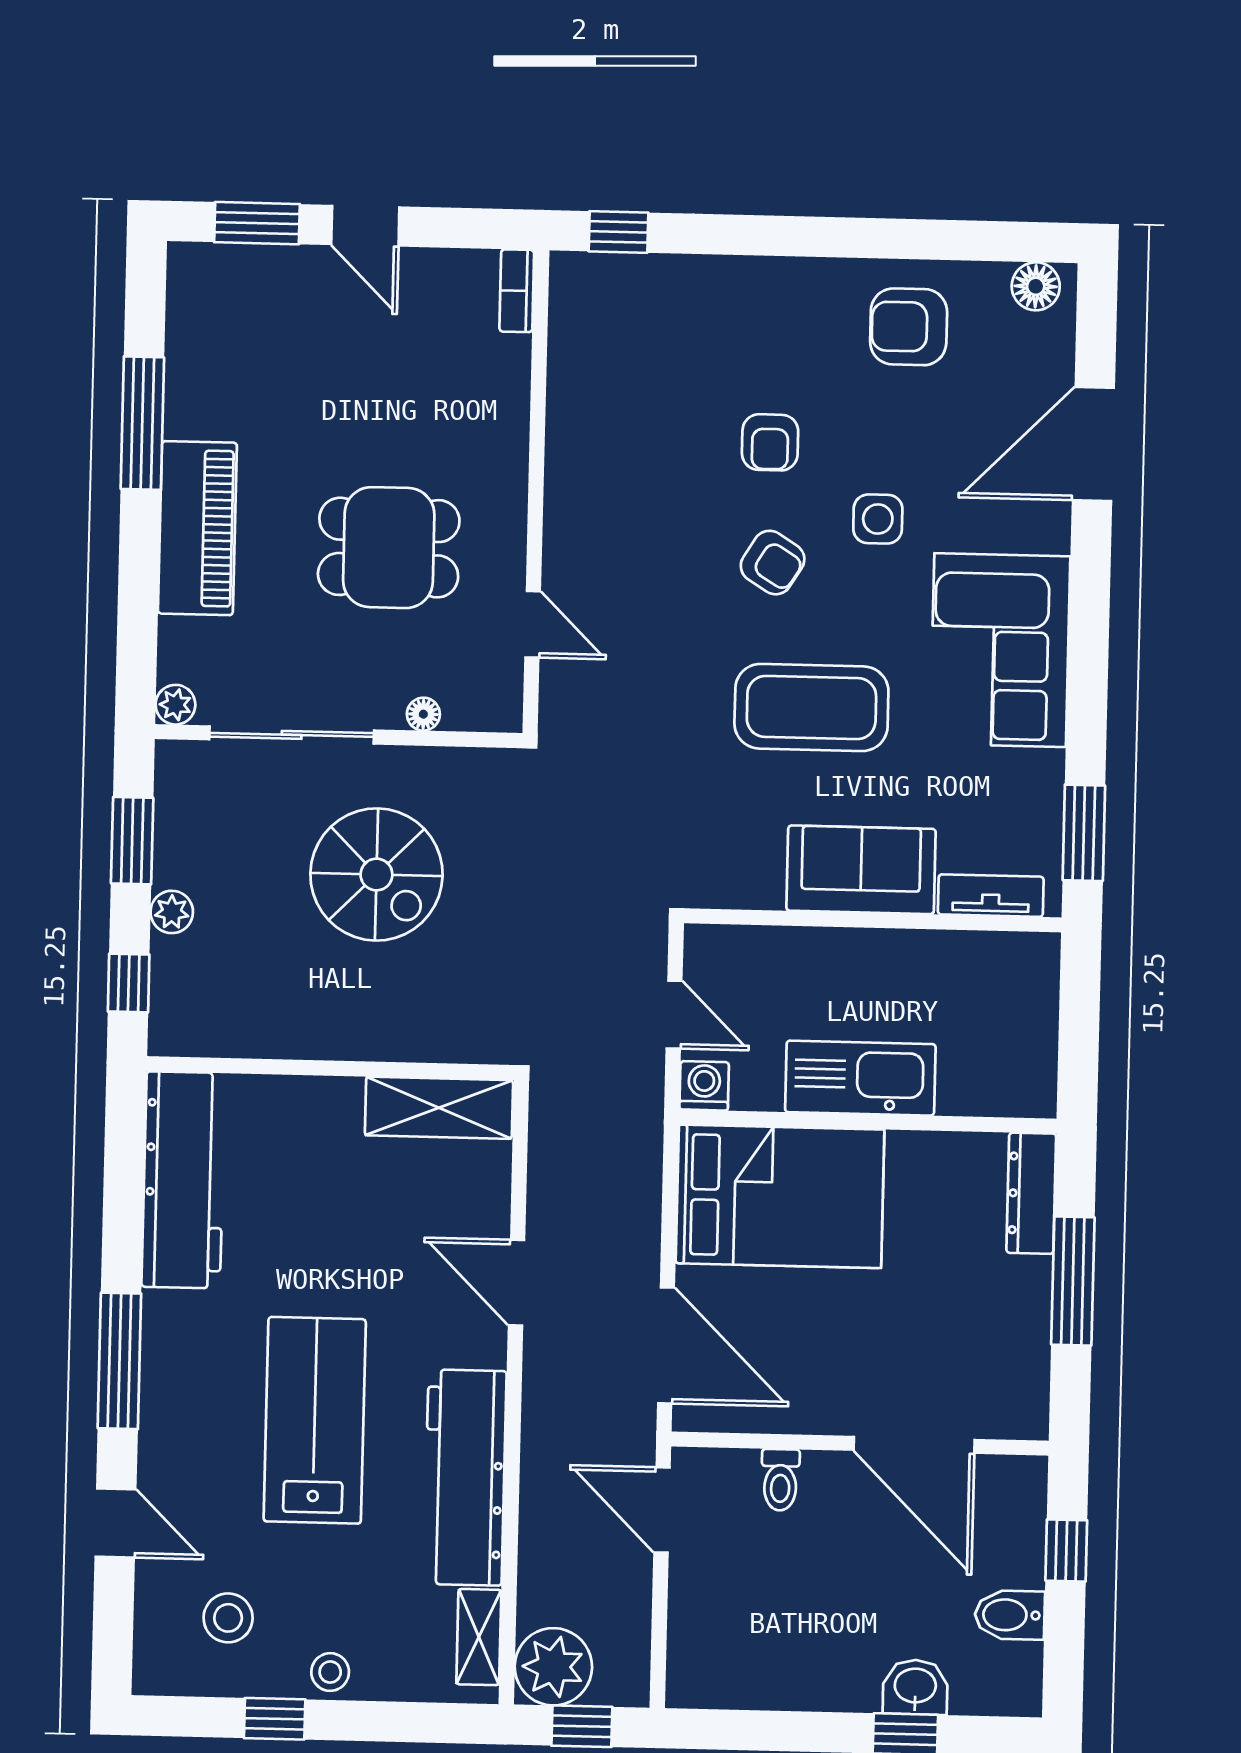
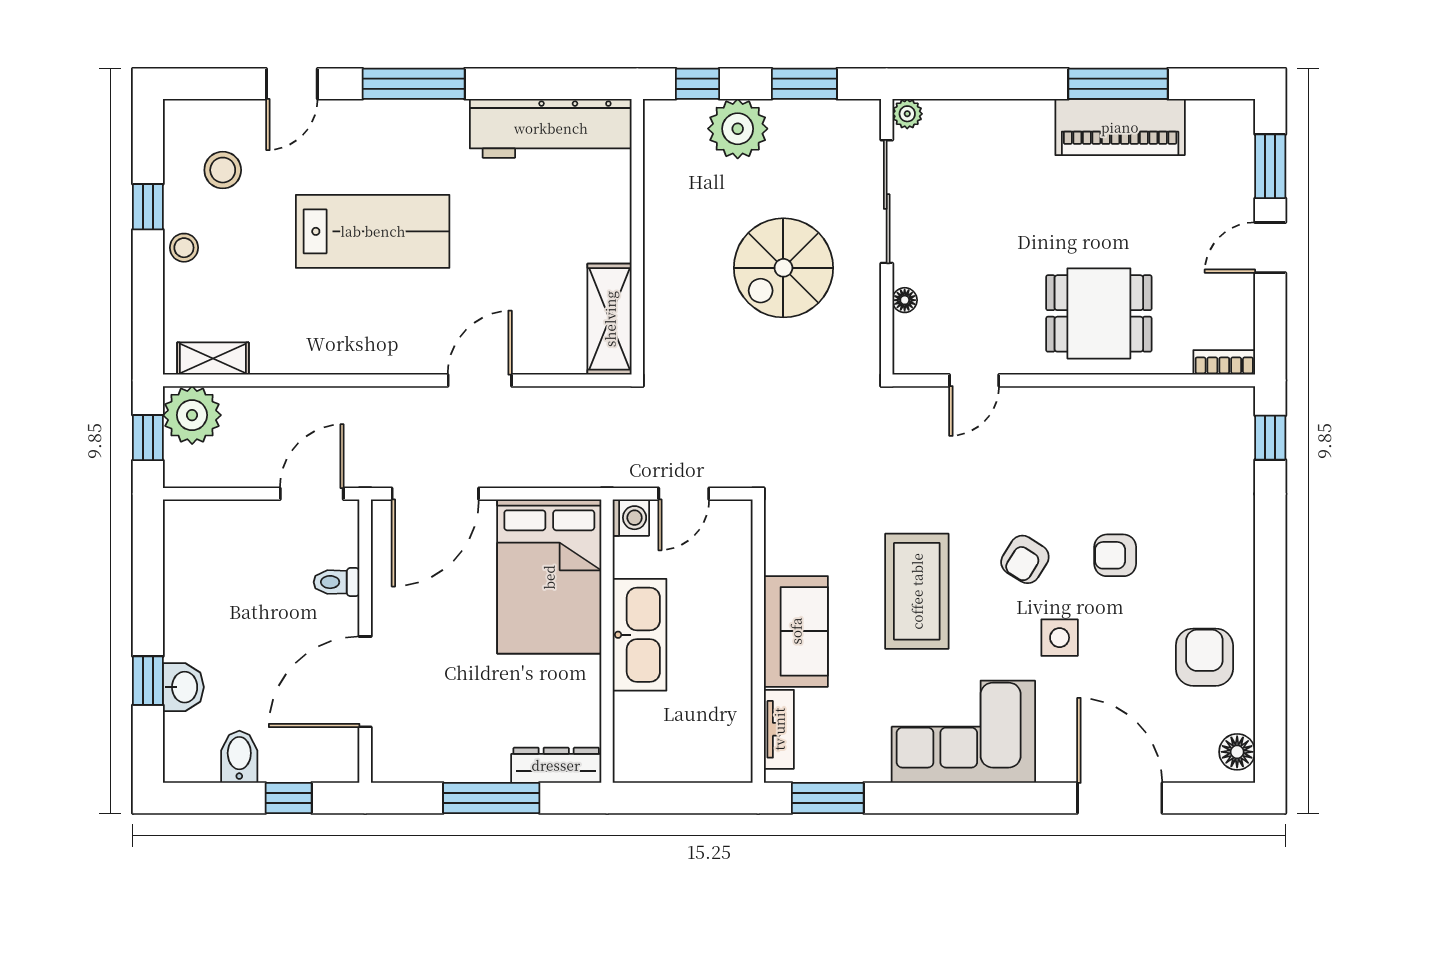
piano: (197, 528) -> (1120, 127), moved
dining table: (389, 548) -> (1099, 313), moved, turned 90
plant: (172, 912) -> (738, 129), width x1.88, depth x1.88
workbench: (465, 1478) -> (332, 345), removed

